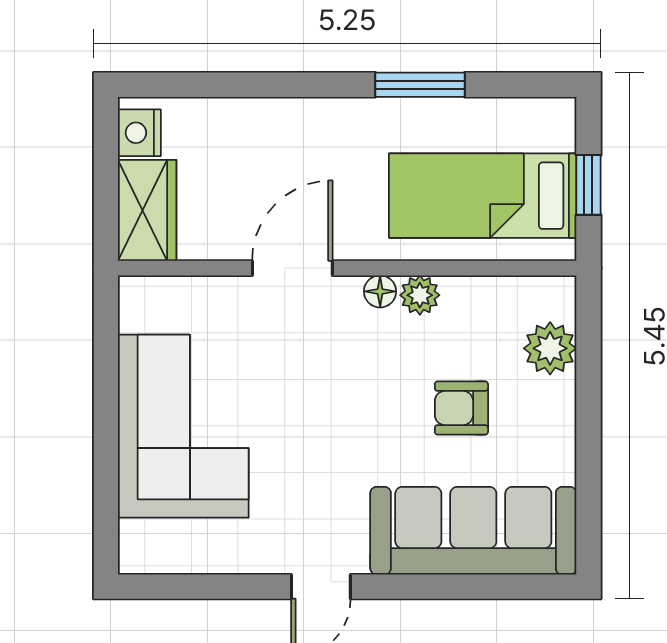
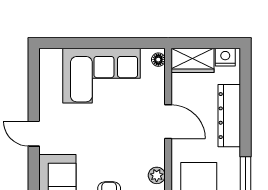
dresser: (278, 123) -> (229, 116), added
floor lamp: (380, 291) -> (158, 60), moved

